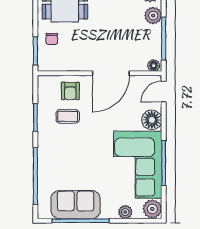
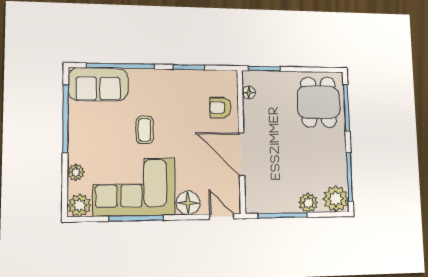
chair: (52, 39) -> (278, 87), removed
floor lamp: (154, 66) -> (249, 92), moved
coffee table: (68, 116) -> (145, 130), moved
sofa: (76, 205) -> (98, 84), moved, turned 90

